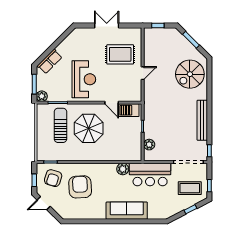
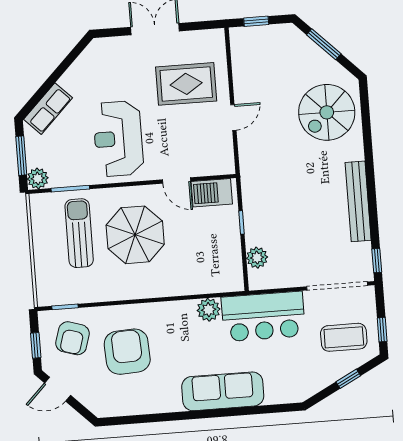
reception desk: (84, 79) -> (118, 139), turned 180

